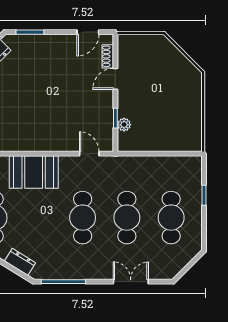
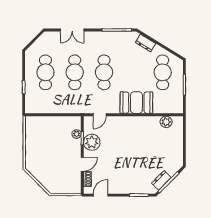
plant: (101, 112) -> (92, 142), added
door: (89, 154) -> (100, 115), hinge flipped

